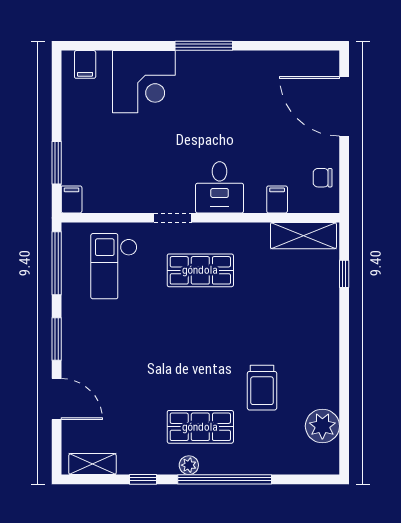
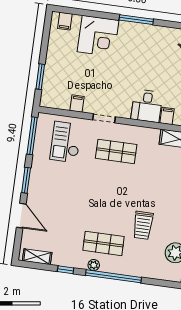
desk: (220, 187) -> (147, 106), moved
filing cabinet: (72, 199) -> (77, 104), moved

